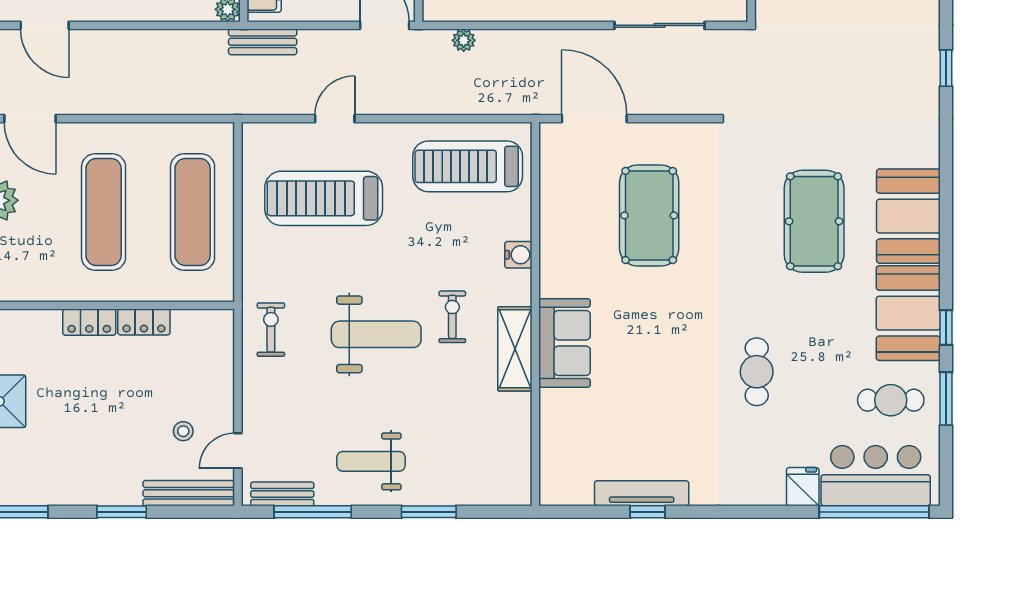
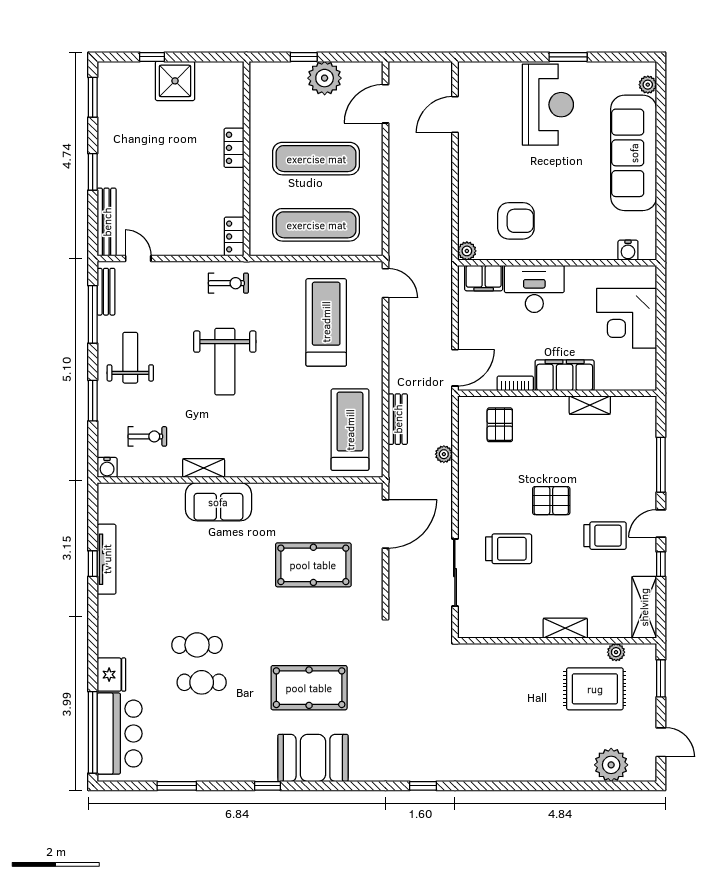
plant: (464, 40) -> (444, 454), moved
bench: (263, 42) -> (398, 419), moved
door: (335, 119) -> (385, 283), moved
water cooler: (518, 255) -> (107, 467), moved
booth: (908, 313) -> (241, 758), removed
exercise bike: (452, 317) -> (147, 436), moved
locker: (144, 322) -> (234, 236), moved
window: (946, 327) -> (267, 786), moved
shelving: (515, 349) -> (204, 468), width x0.67, depth x0.75
cafe table: (891, 400) -> (202, 682), moved, turned 90
stool: (183, 431) -> (153, 218), removed
fridge: (803, 487) -> (111, 675), width x1.38

